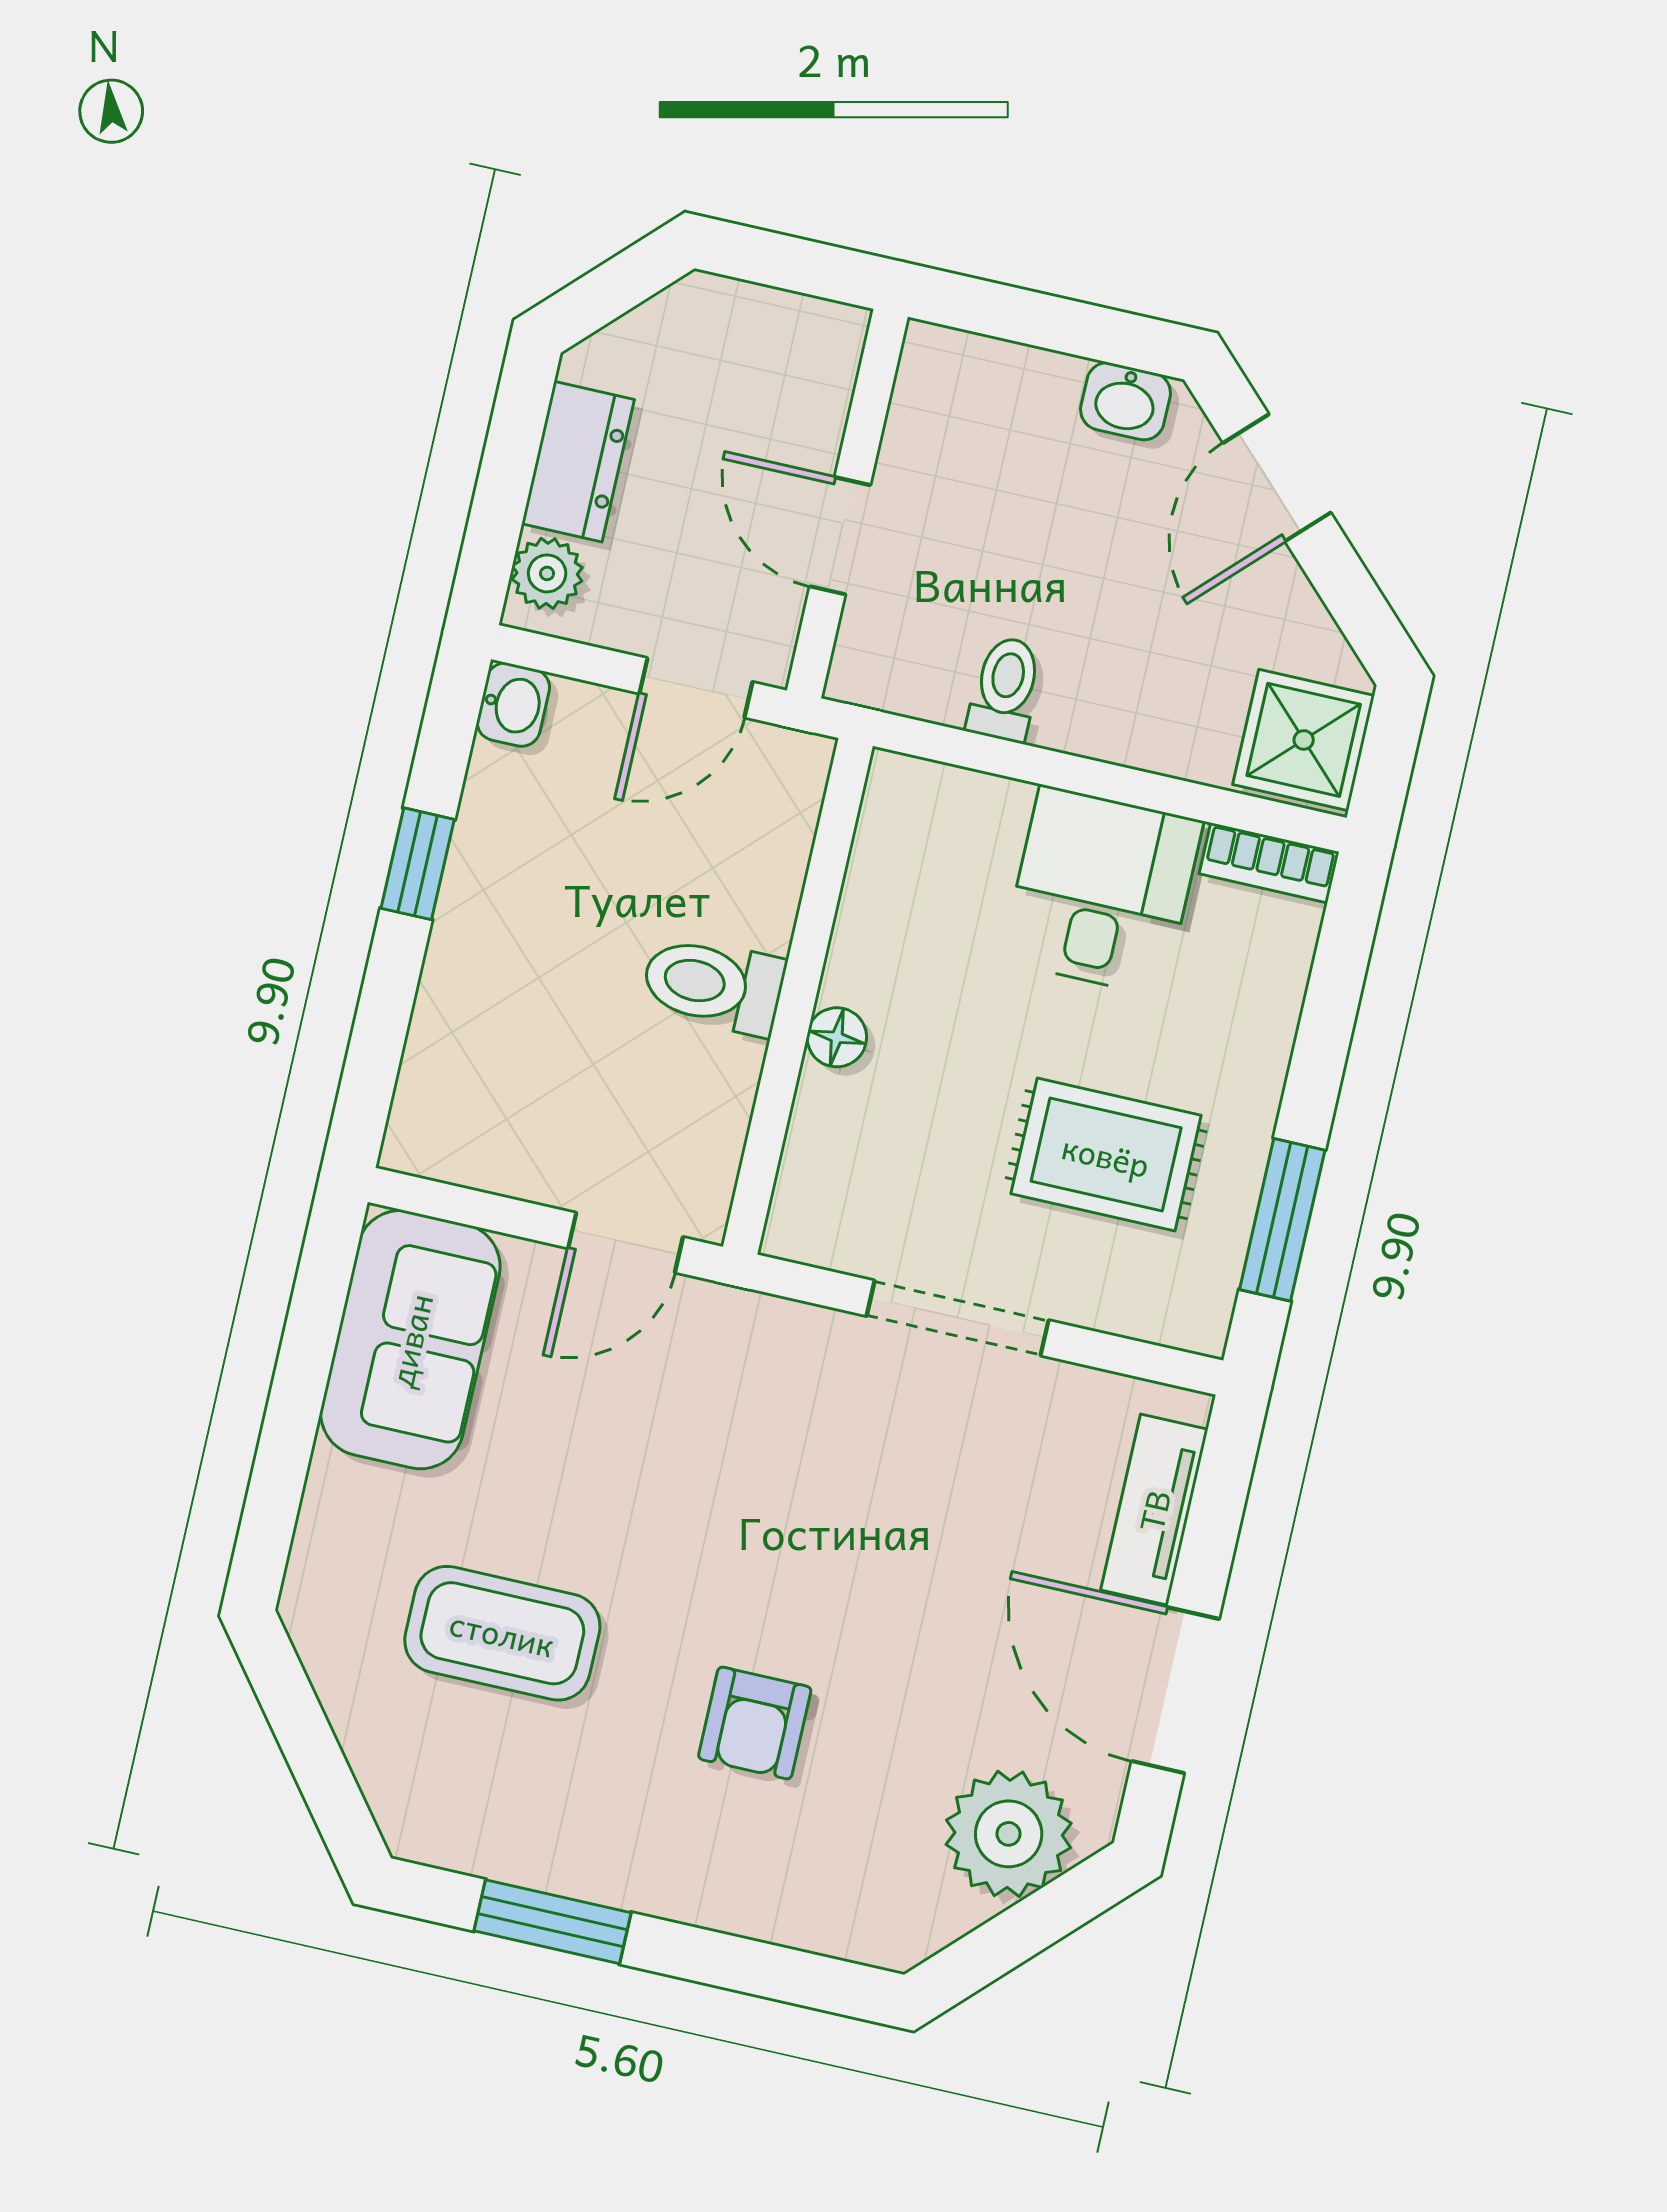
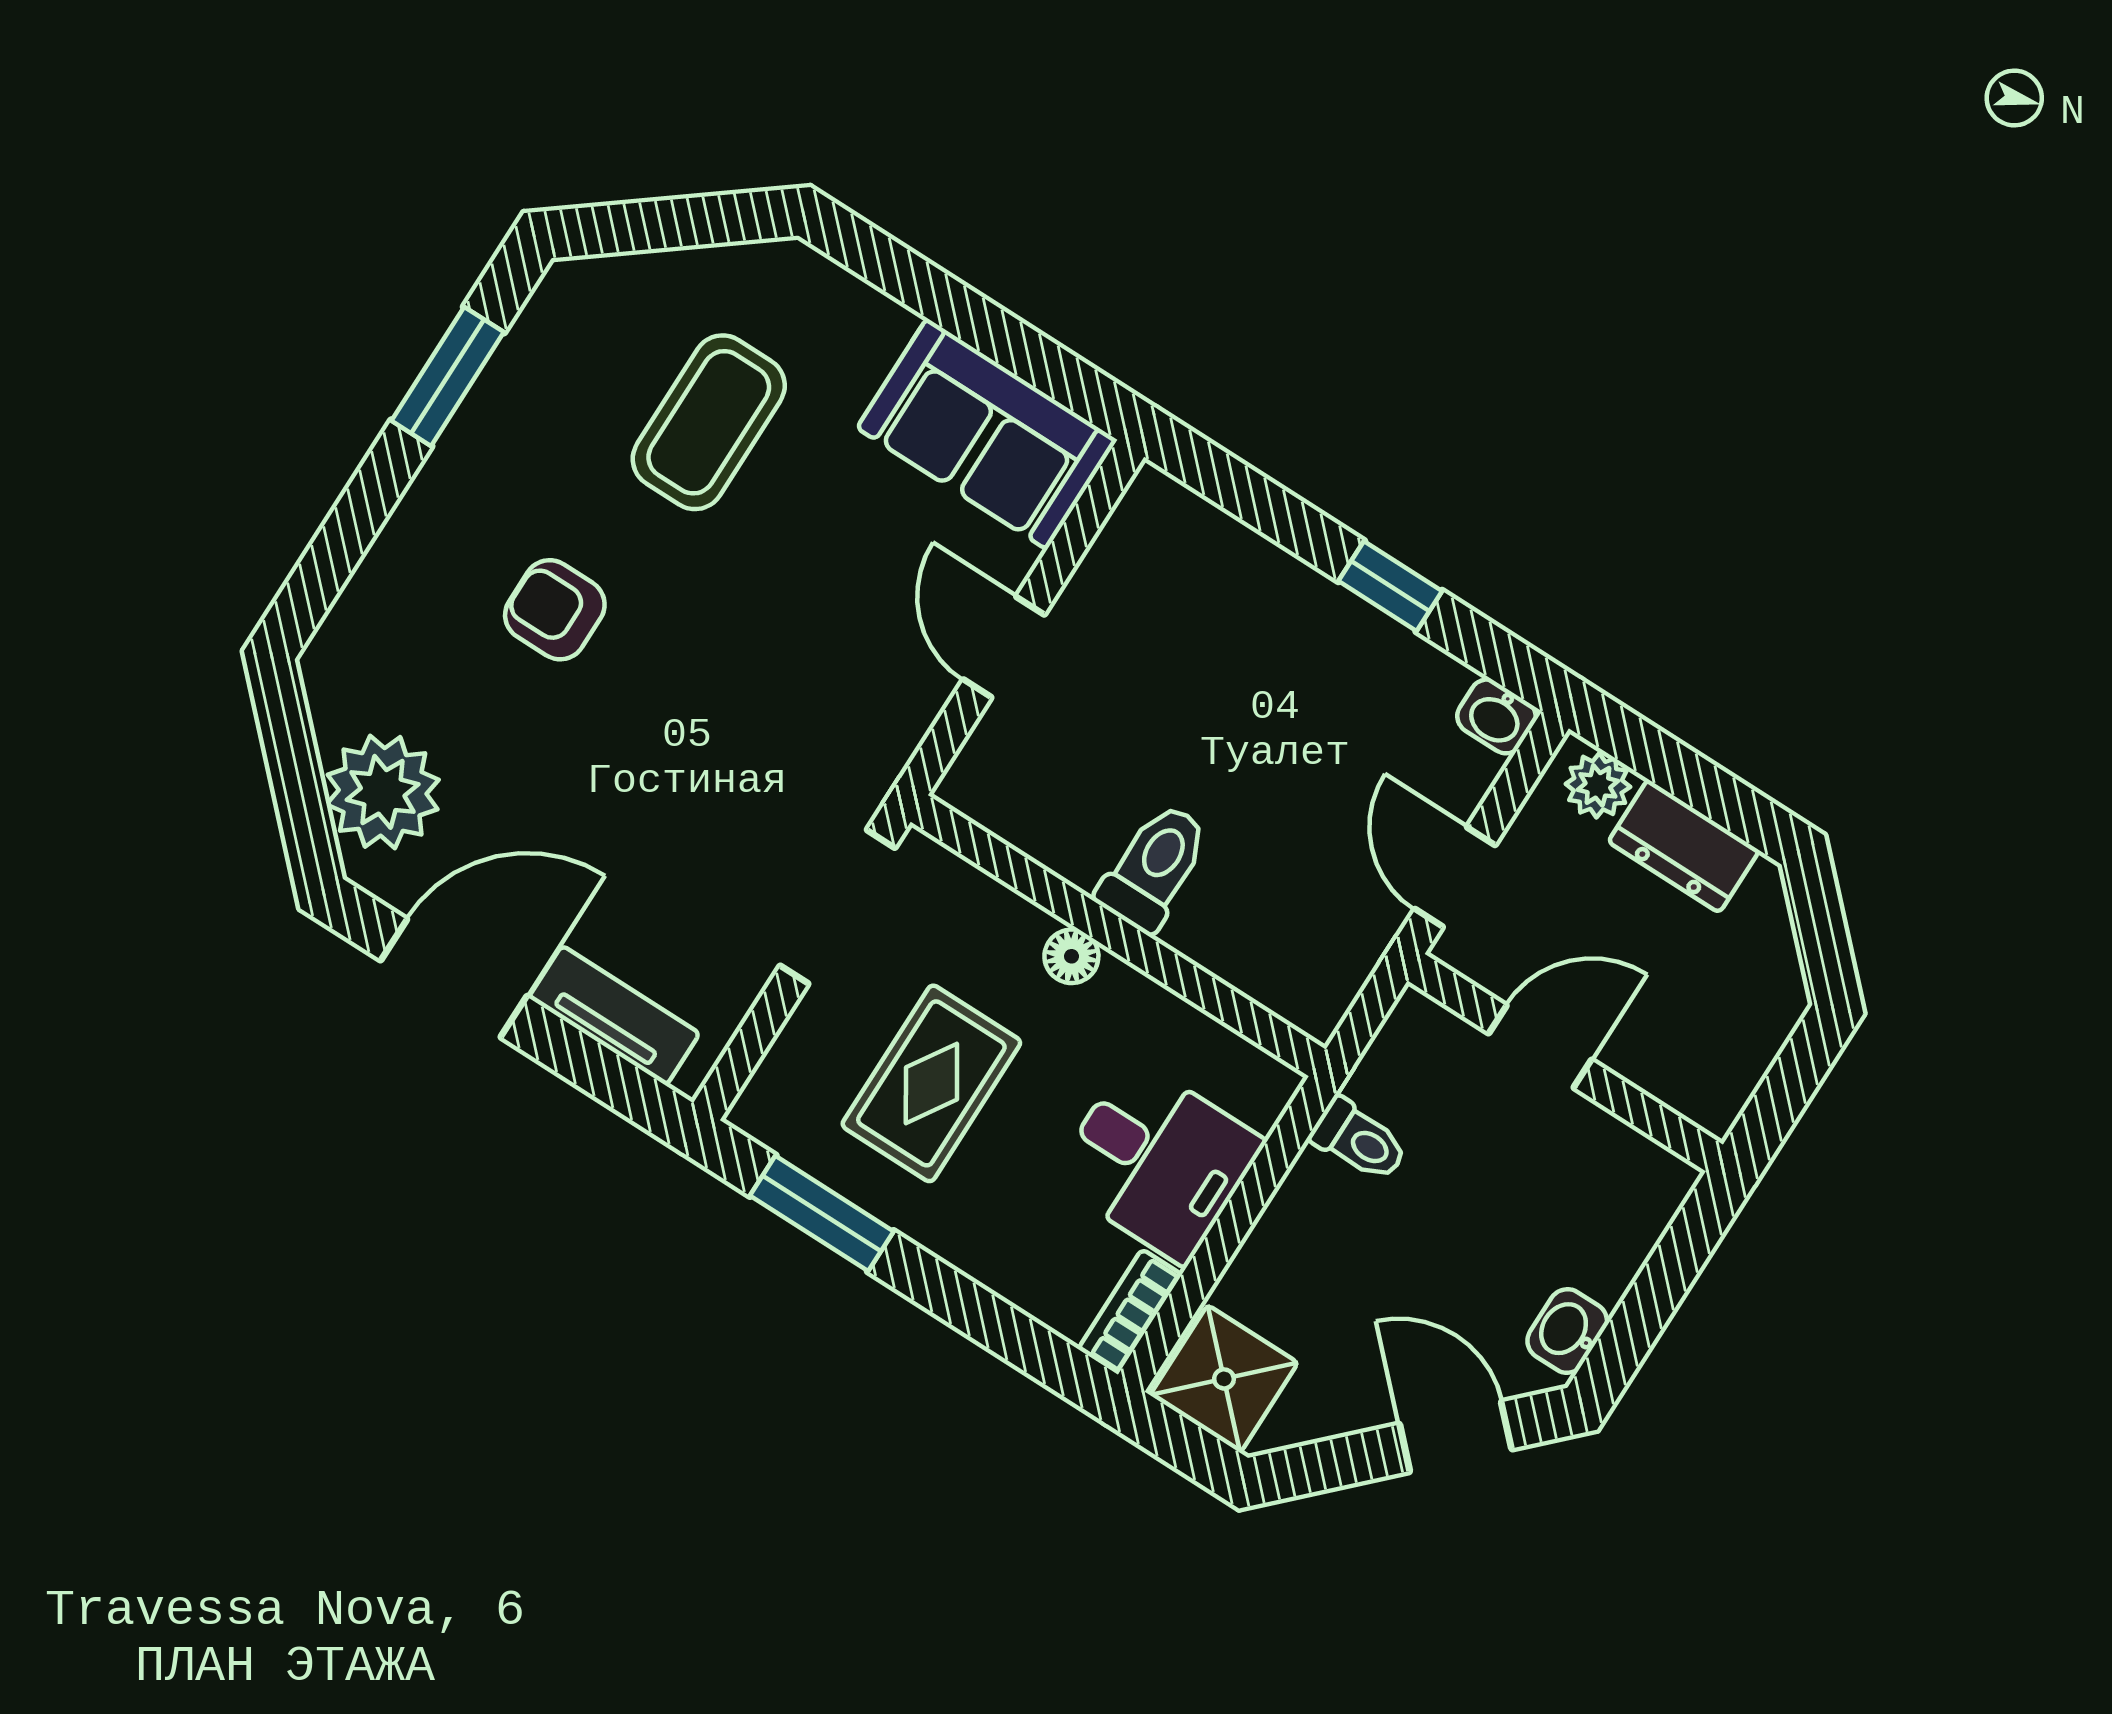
toilet: (713, 985) -> (1154, 867), moved
wall: (798, 996) -> (1118, 936), moved
floor lamp: (837, 1037) -> (1071, 956), moved

